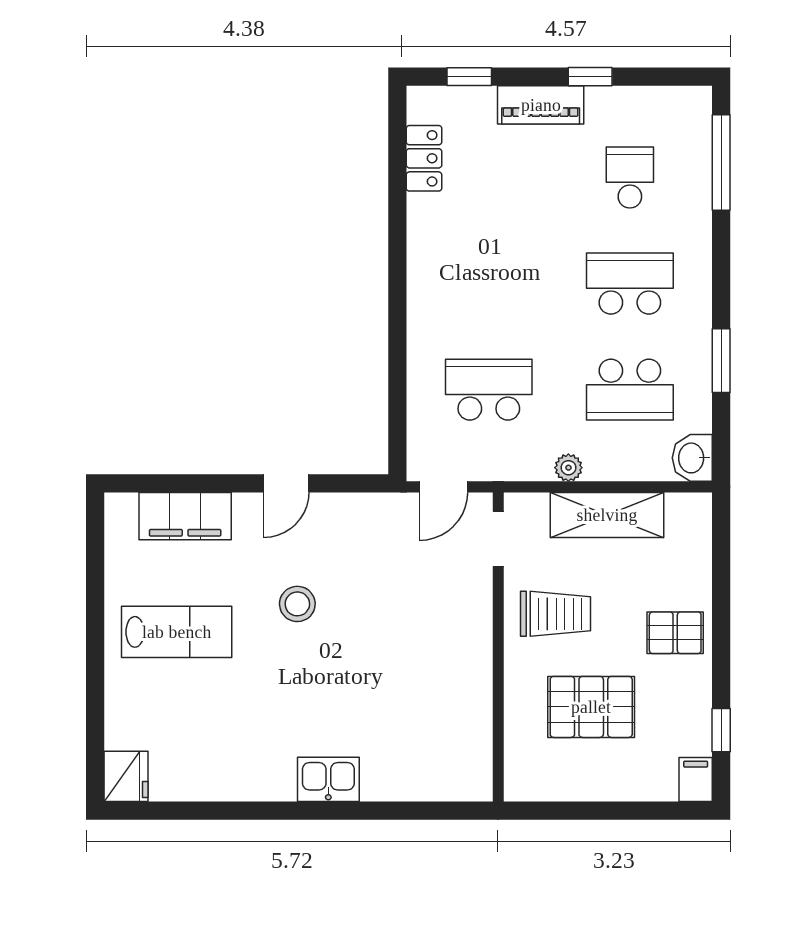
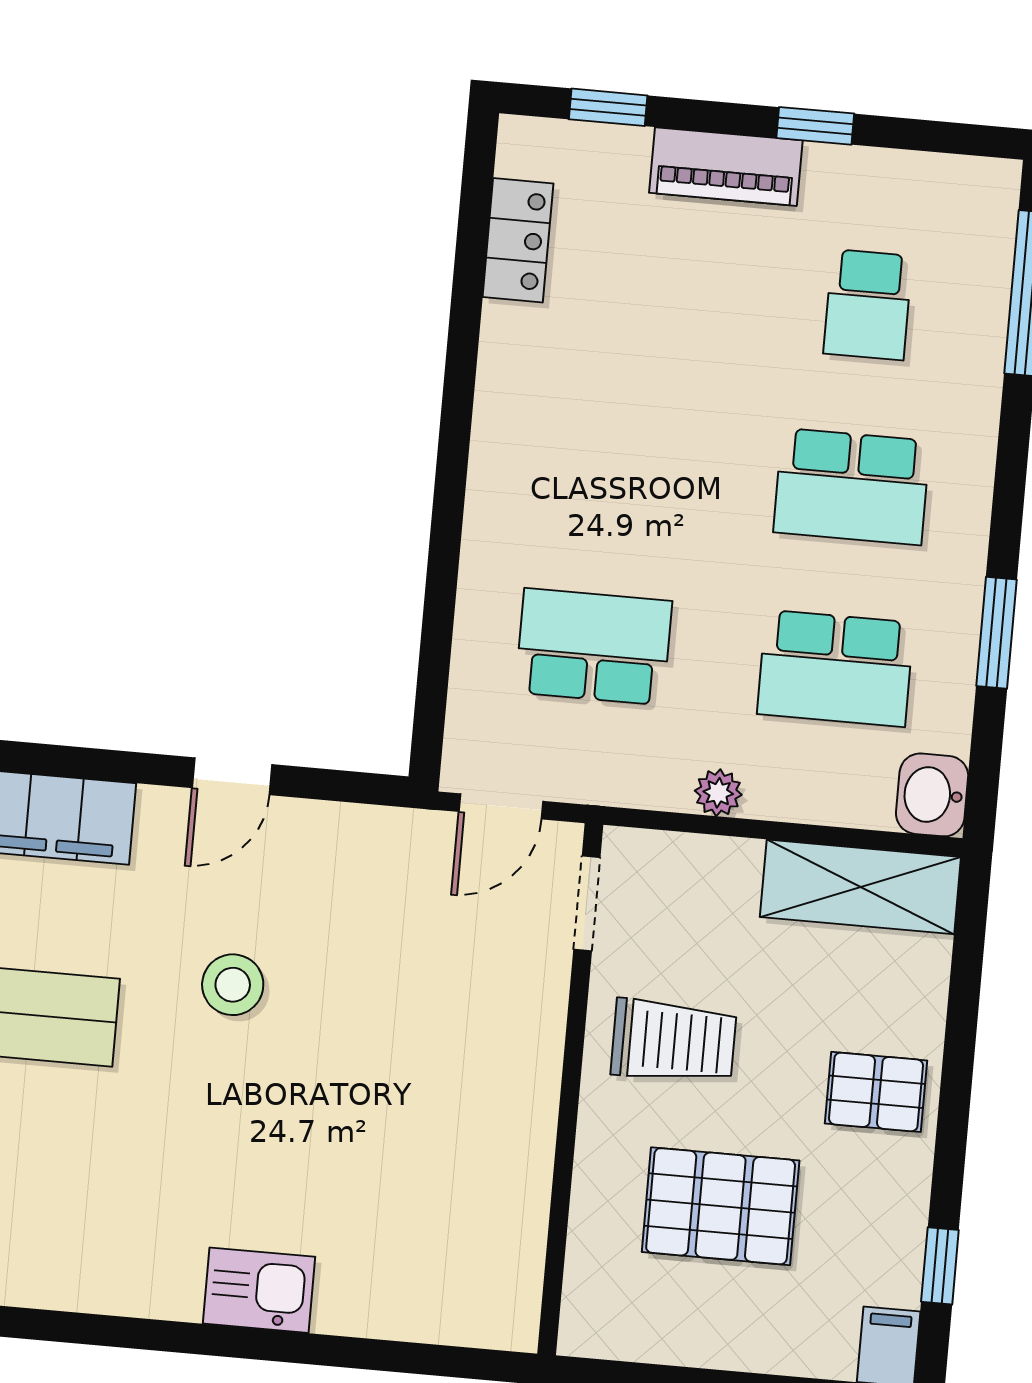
school desk: (630, 178) -> (868, 305), turned 180
school desk: (630, 284) -> (852, 486), turned 180
shelving: (607, 515) -> (860, 887), moved

